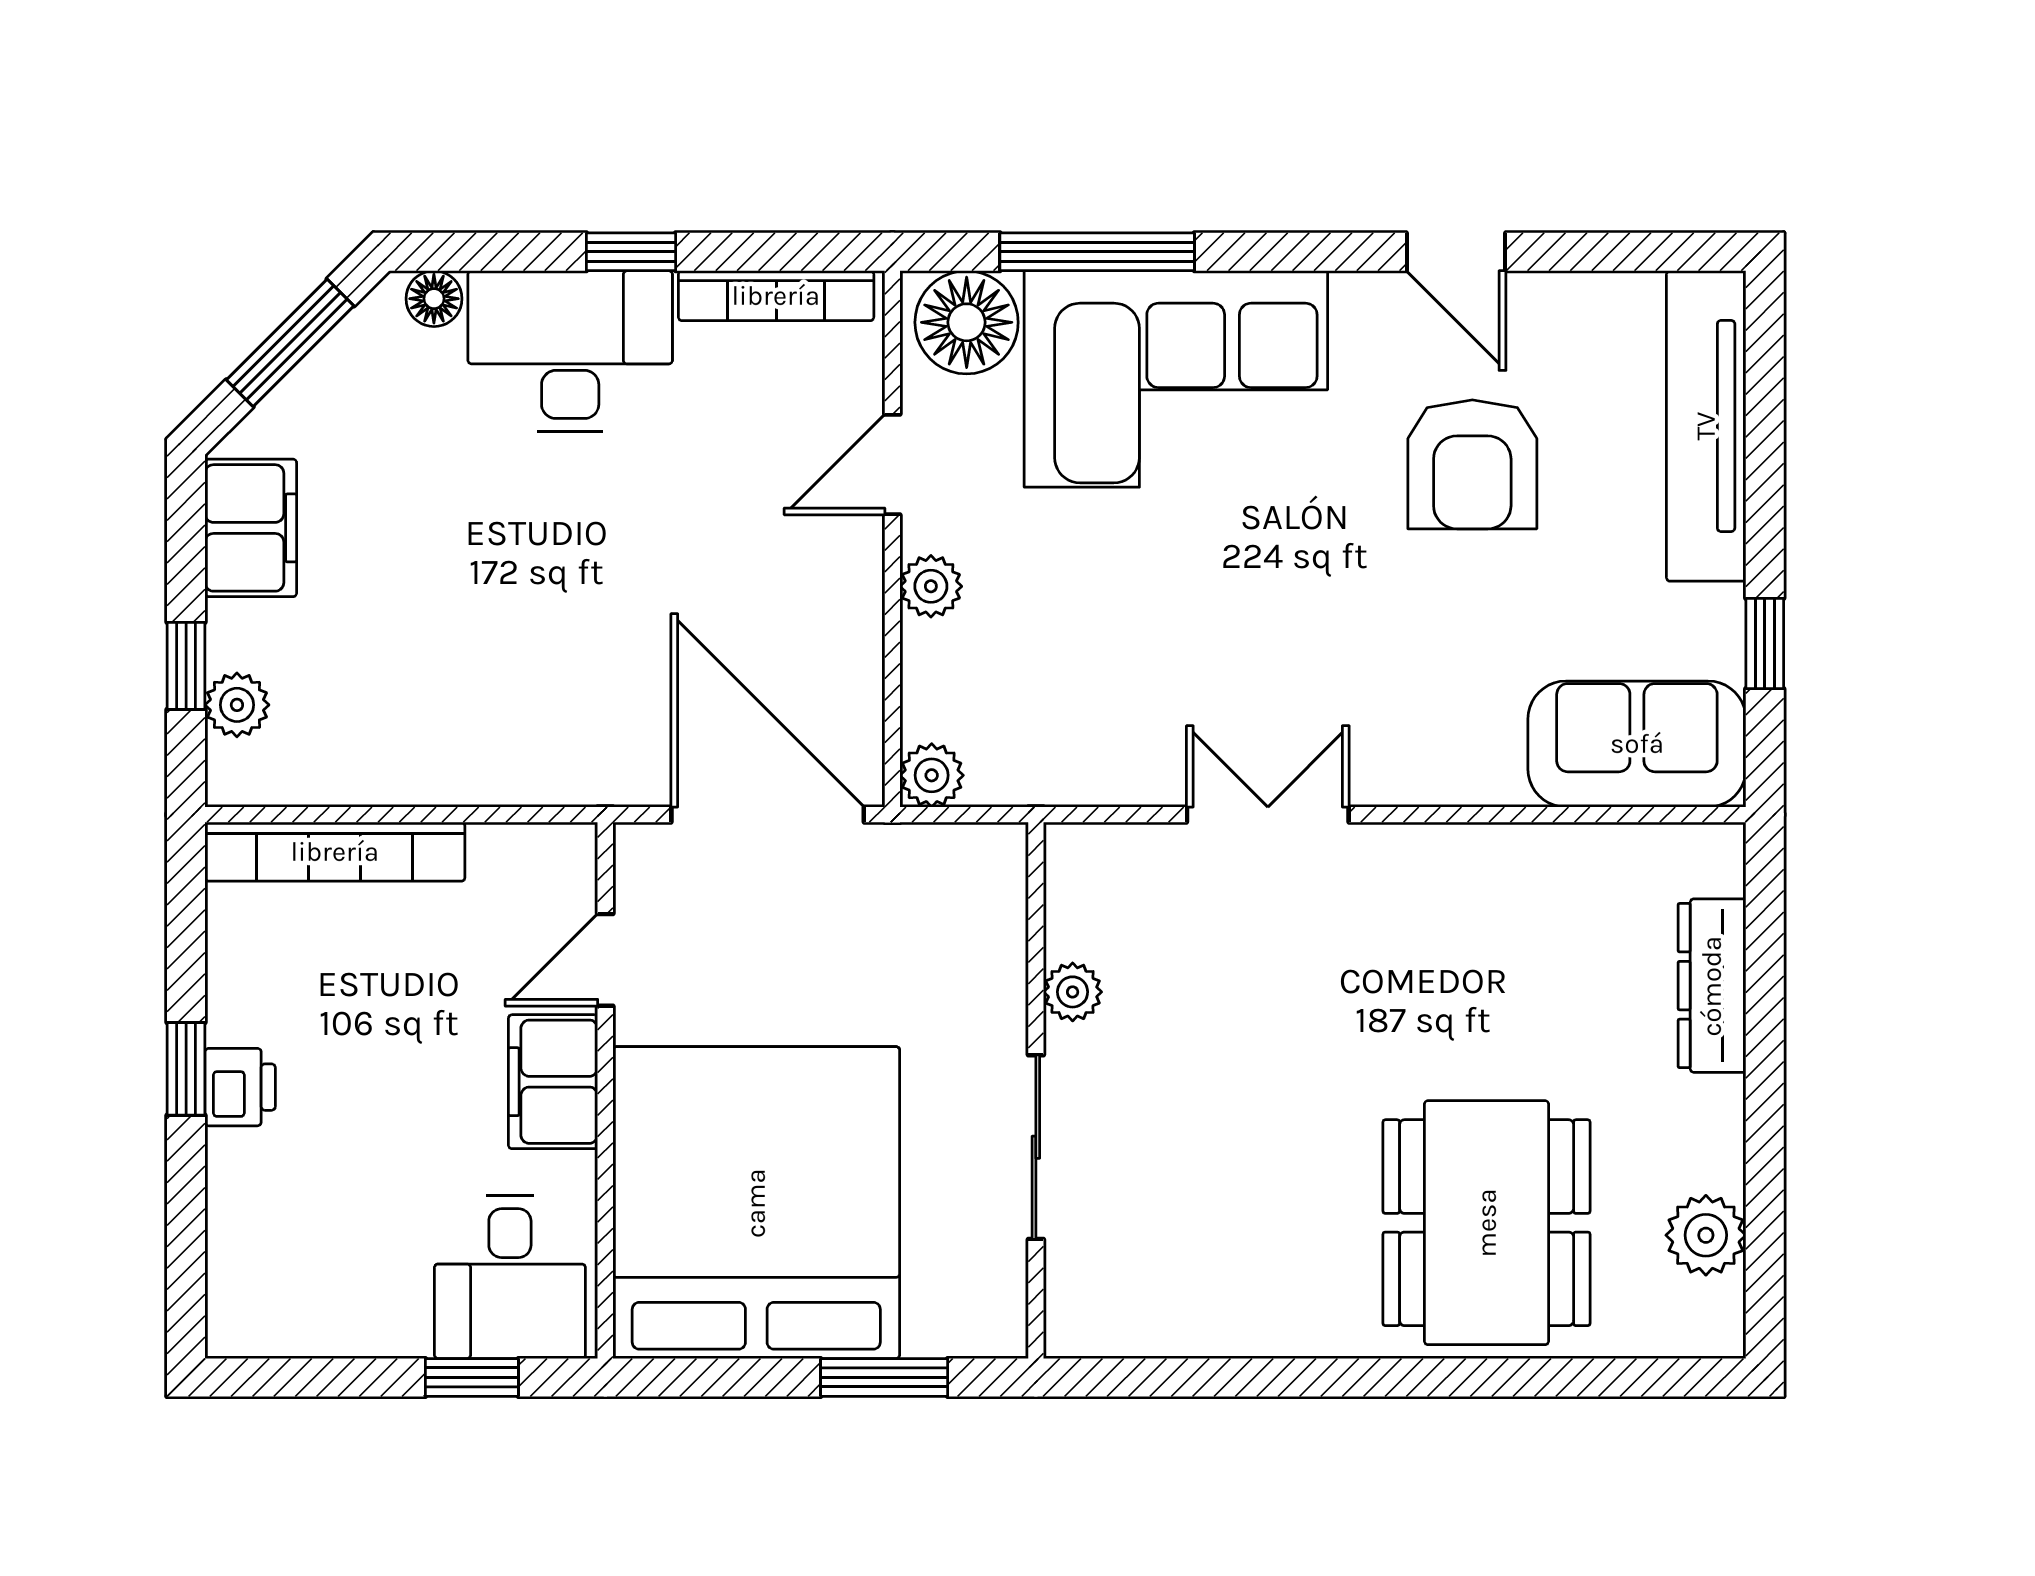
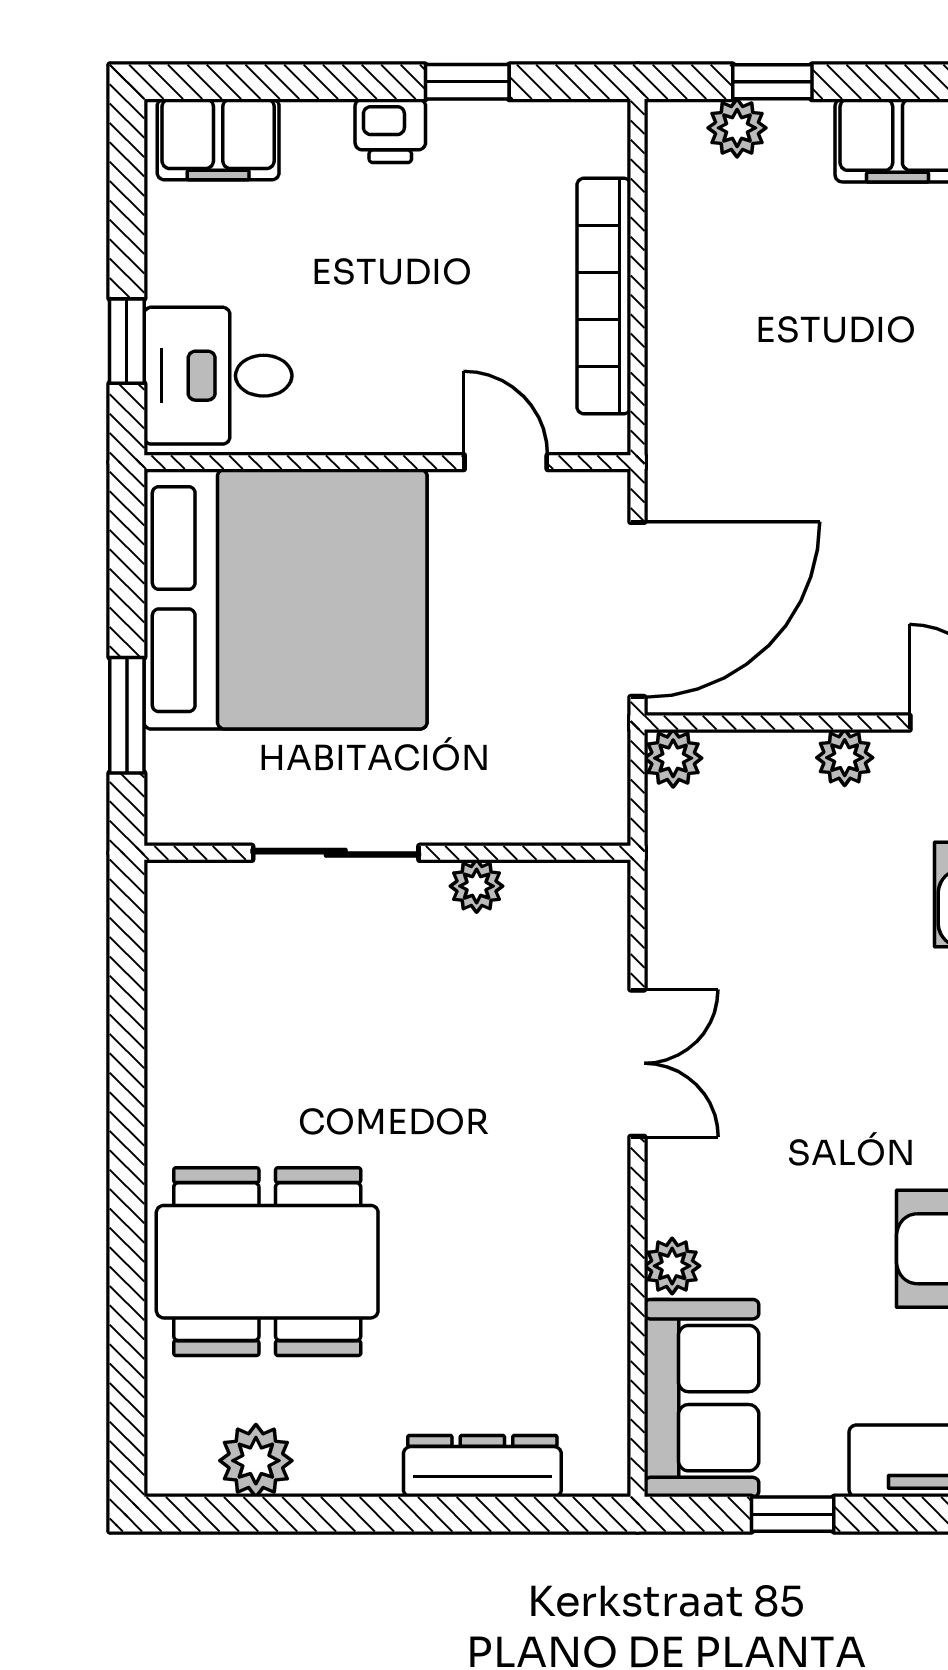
plant: (1491, 776) -> (672, 1266), added
bookcase: (335, 852) -> (604, 296), moved
window: (186, 1069) -> (467, 82), moved
filing cabinet: (553, 1082) -> (218, 139), moved, turned 180

